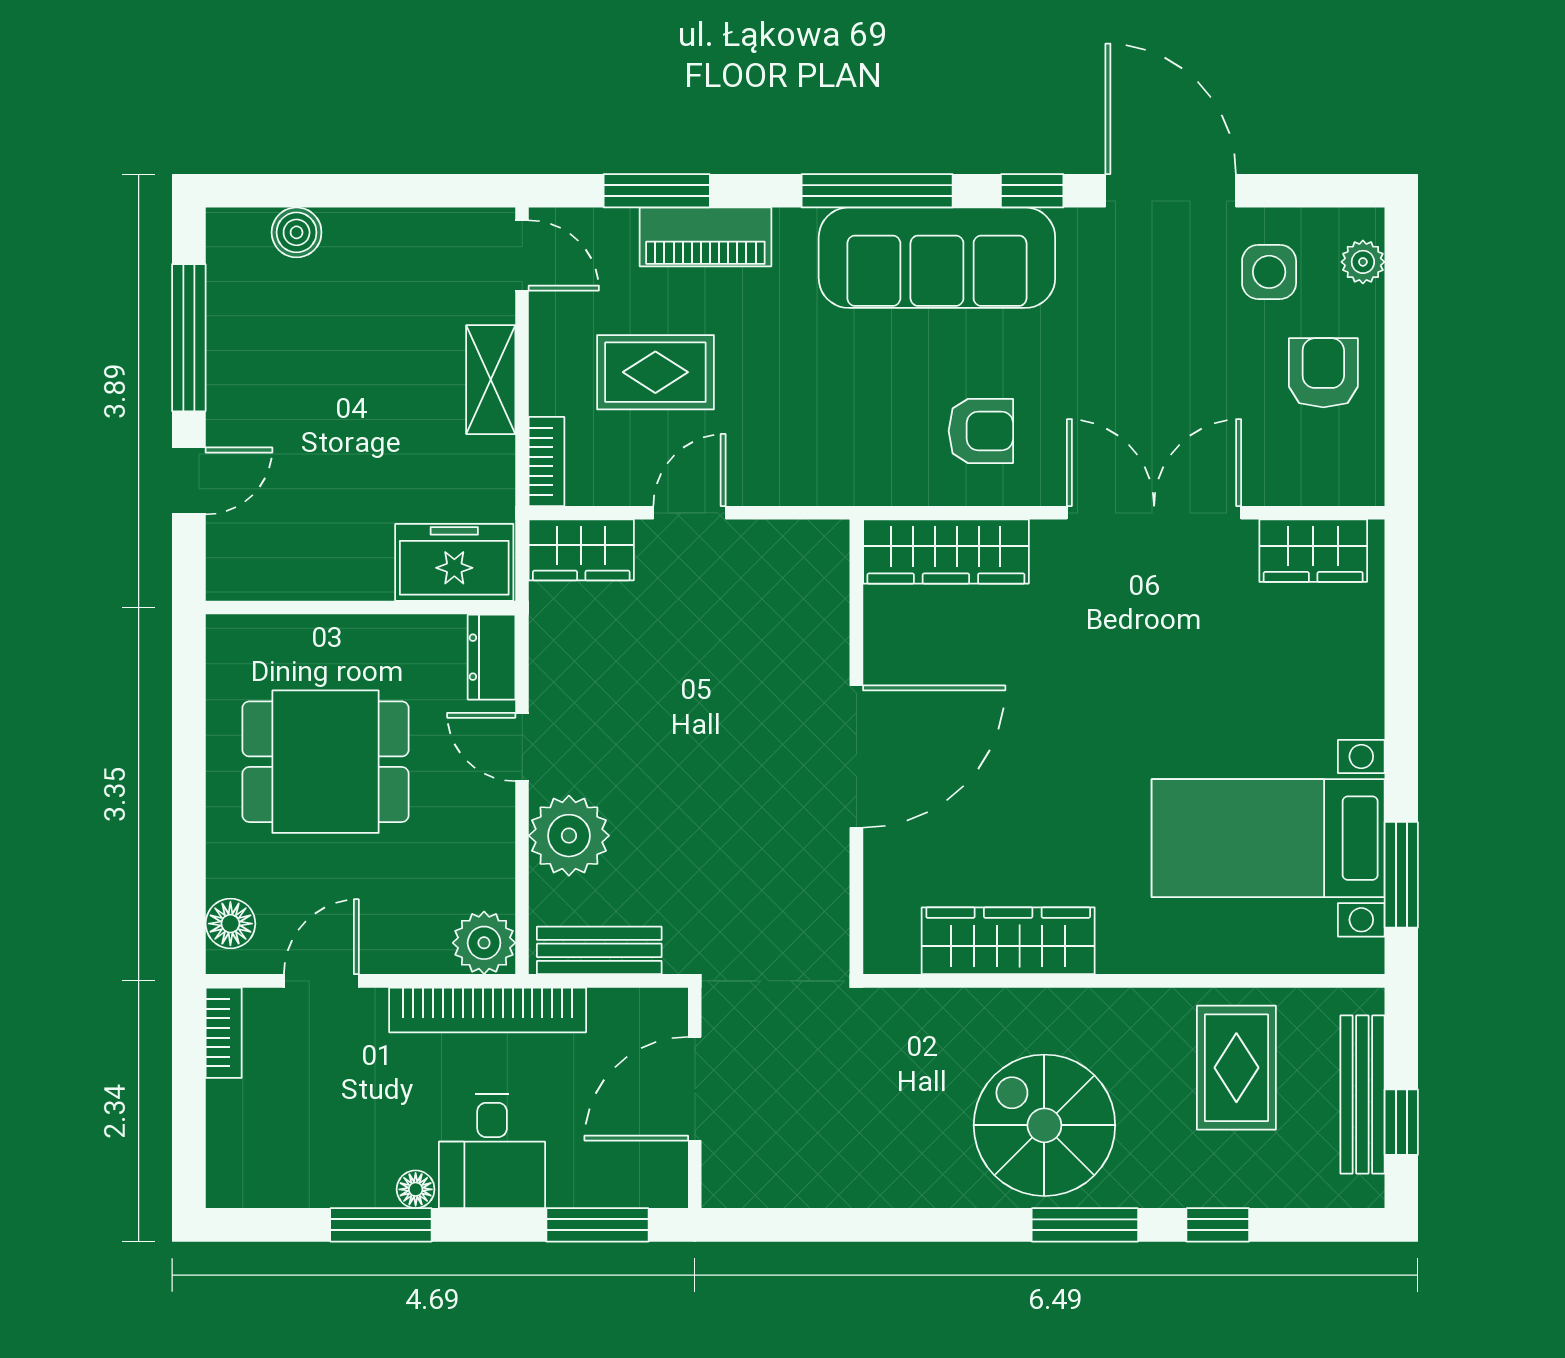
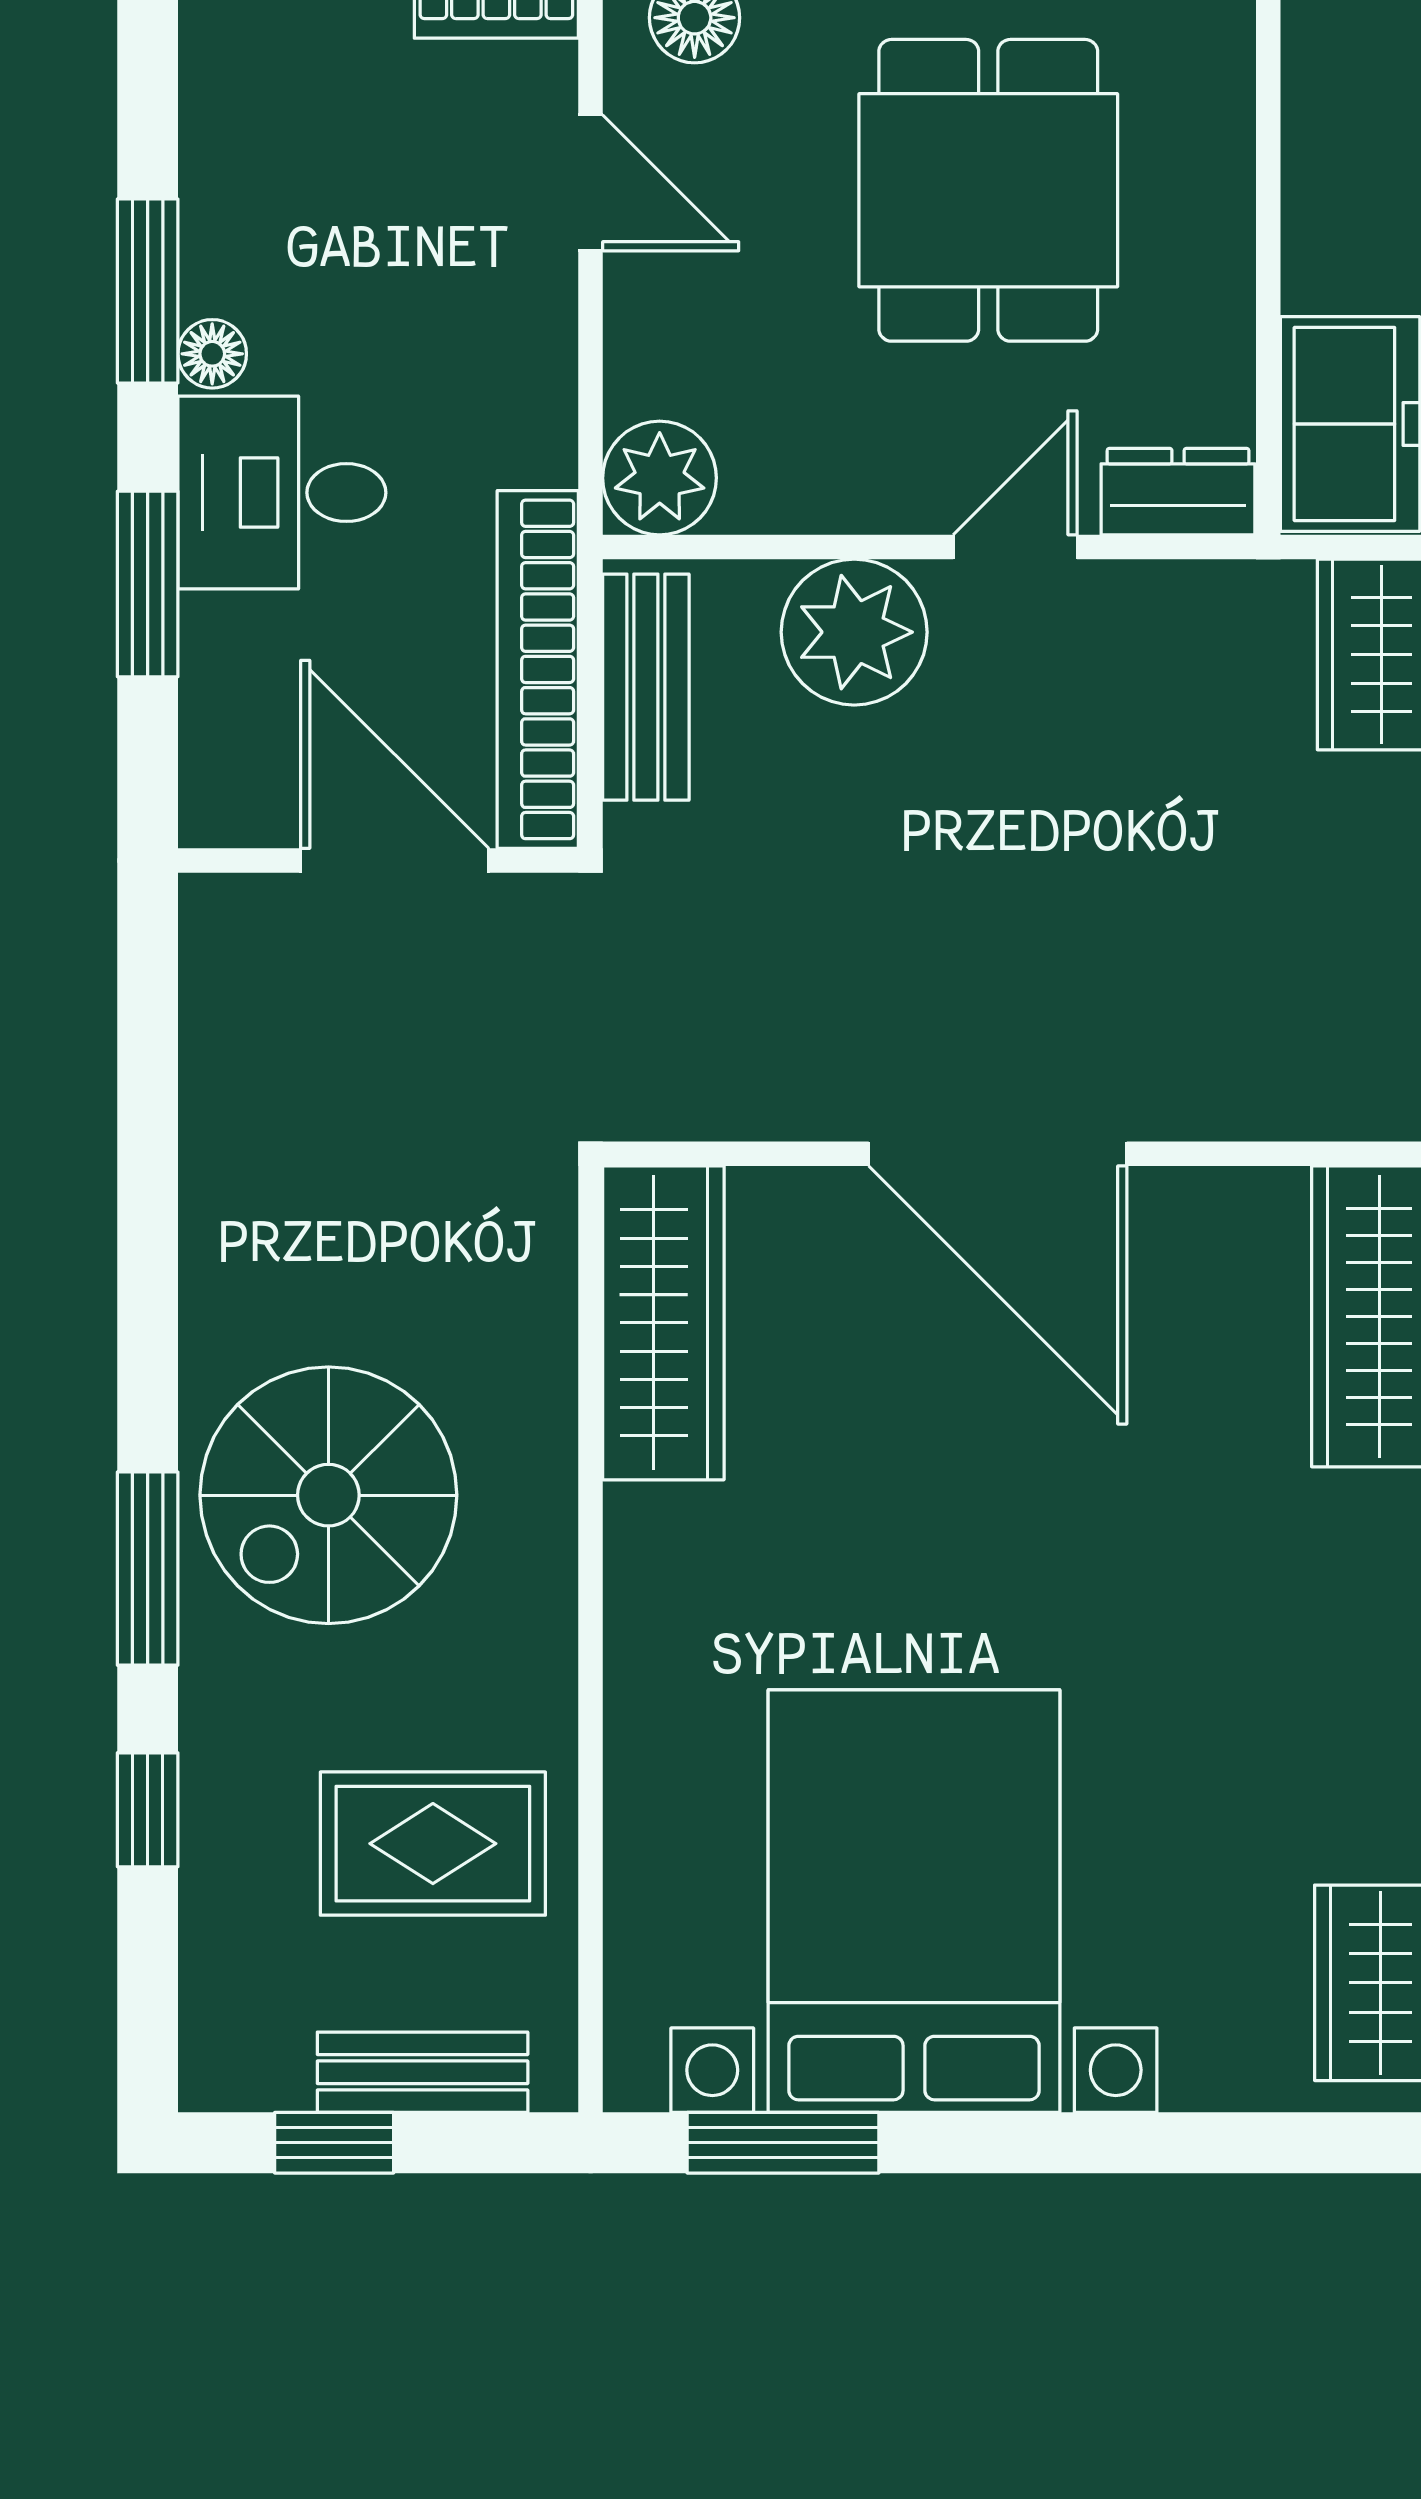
bed with nightstands: (1268, 838) -> (914, 1901), width x1.36
wardrobe: (1008, 941) -> (663, 1323), moved
bookcase: (488, 1010) -> (538, 669), moved
bench: (1362, 1094) -> (423, 2072), width x0.73
spiral stairs: (1044, 1125) -> (328, 1495), turned 180
window: (597, 1225) -> (148, 584), moved

